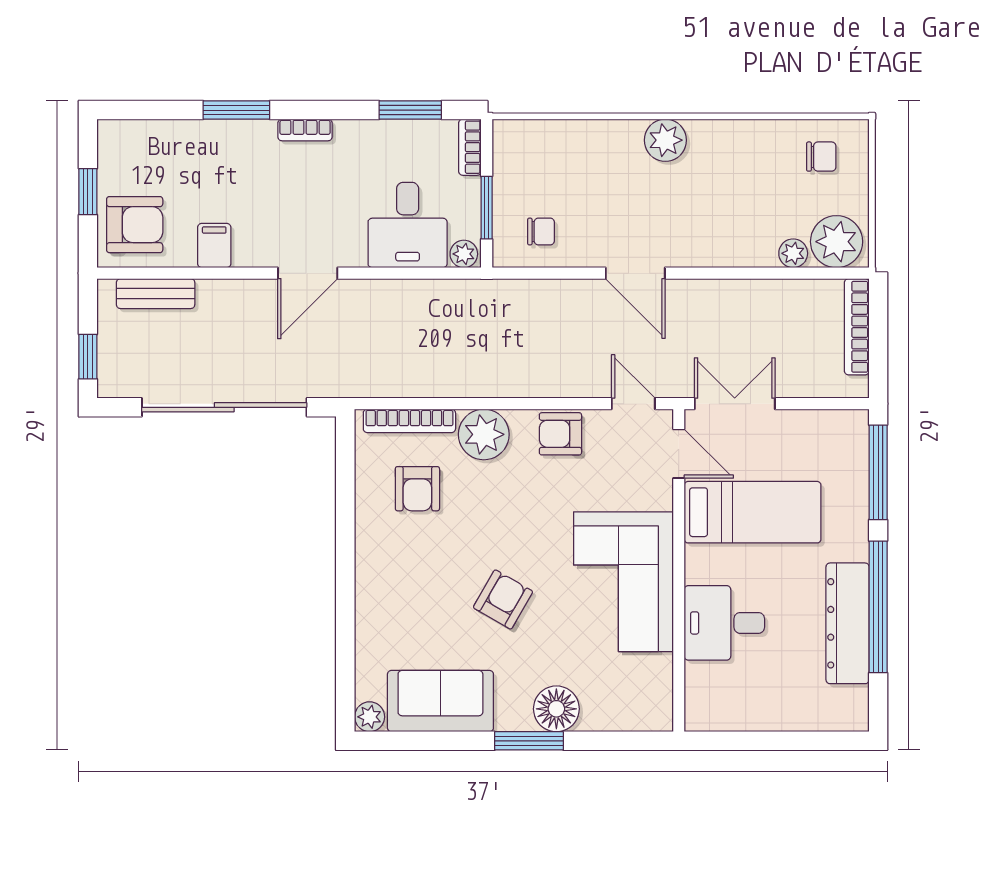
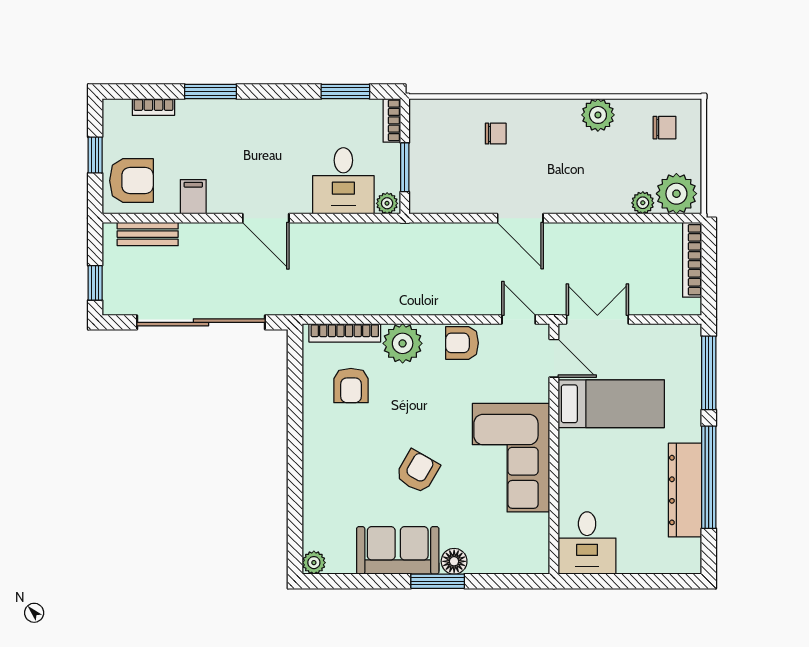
bookcase: (305, 130) -> (153, 107), moved
plant: (665, 140) -> (598, 115), moved
chair: (541, 232) -> (496, 134), moved
door: (308, 273) -> (266, 218), hinge flipped
desk: (724, 623) -> (587, 543), moved, turned -90
sofa: (440, 701) -> (398, 550), moved
floor lamp: (556, 709) -> (454, 561), width x0.73, depth x0.73

